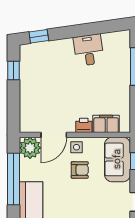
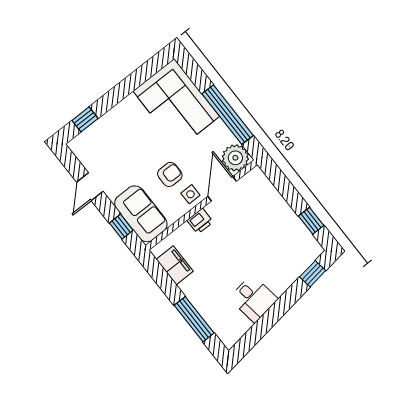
filing cabinet: (106, 124) -> (175, 265), moved, turned -90
armchair: (80, 170) -> (170, 174), turned 180

